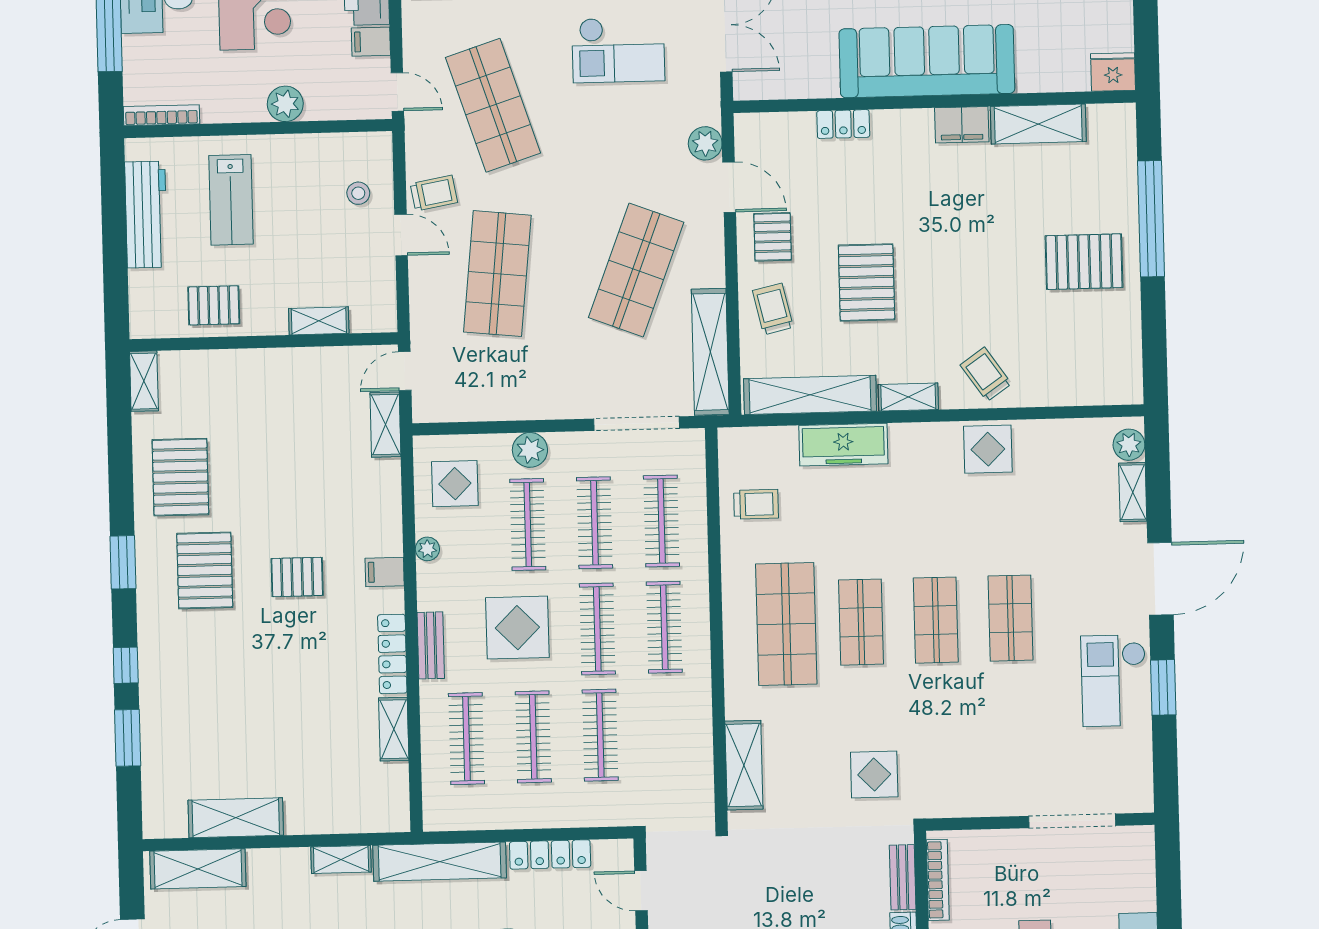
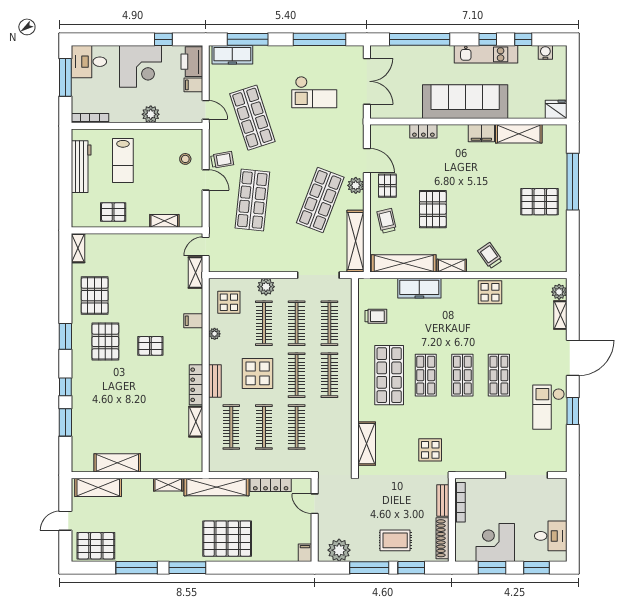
plant: (705, 143) -> (356, 185), moved
filing cabinet: (385, 572) -> (193, 321), moved

